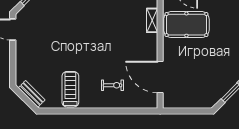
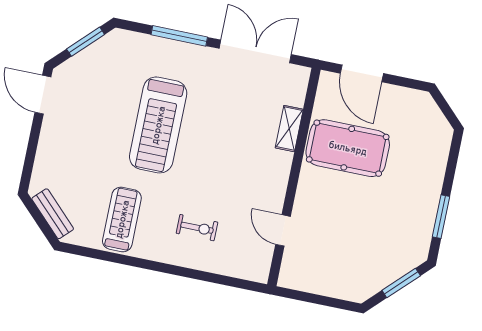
treadmill: (80, 33) -> (158, 125), added
door: (160, 77) -> (283, 230), width x0.53

